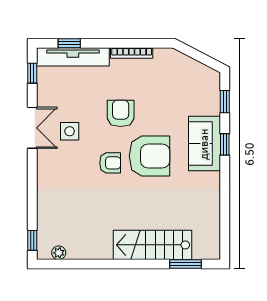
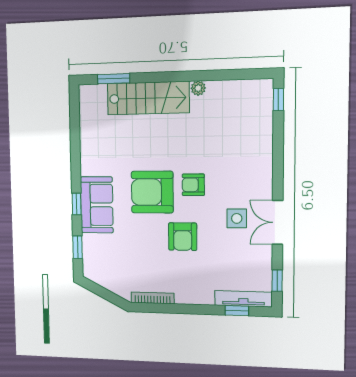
bookcase: (132, 53) -> (153, 298), moved
tv unit: (73, 57) -> (243, 299), width x0.73, depth x0.78
plant: (59, 253) -> (198, 88), moved

